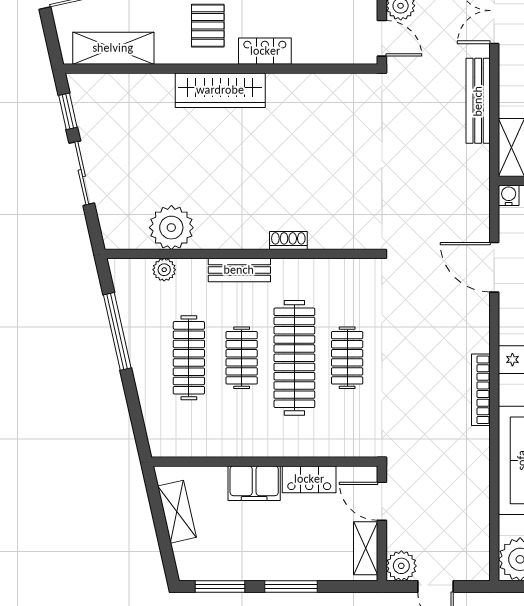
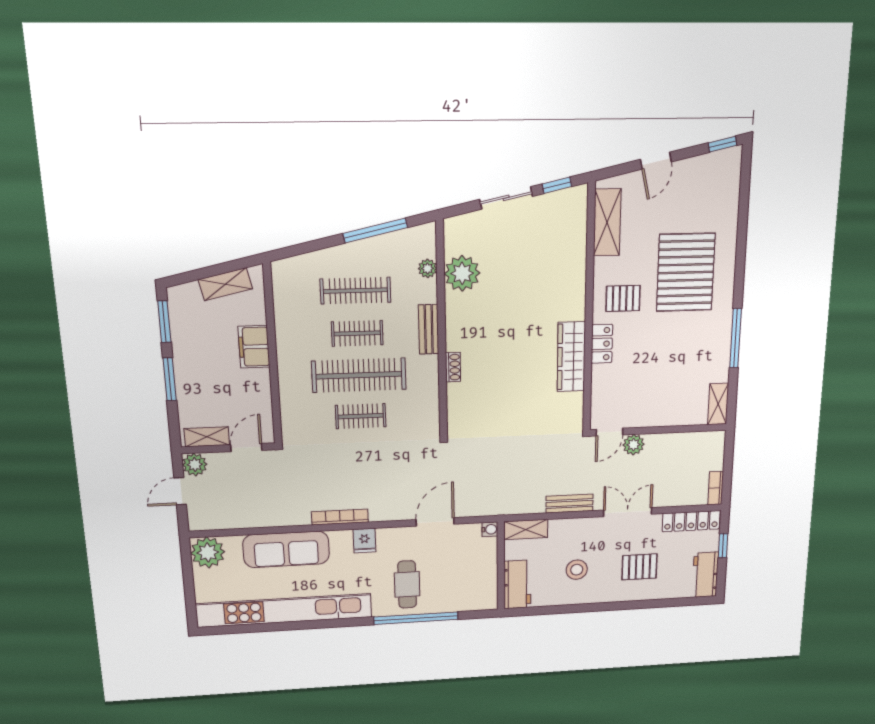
wardrobe: (220, 90) -> (571, 357), moved
bench: (478, 101) -> (570, 504), width x0.73
locker: (309, 479) -> (260, 390), removed

